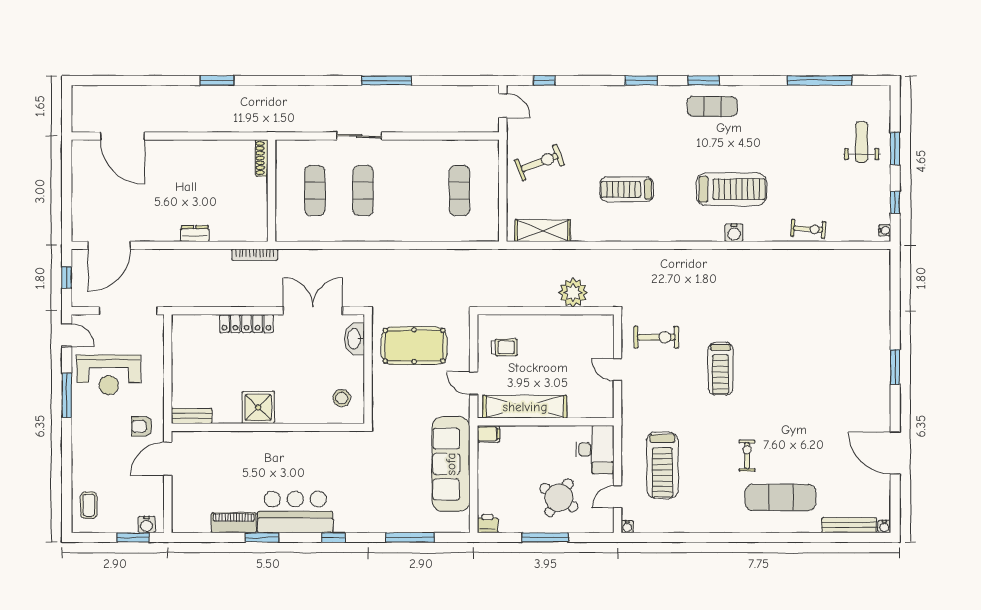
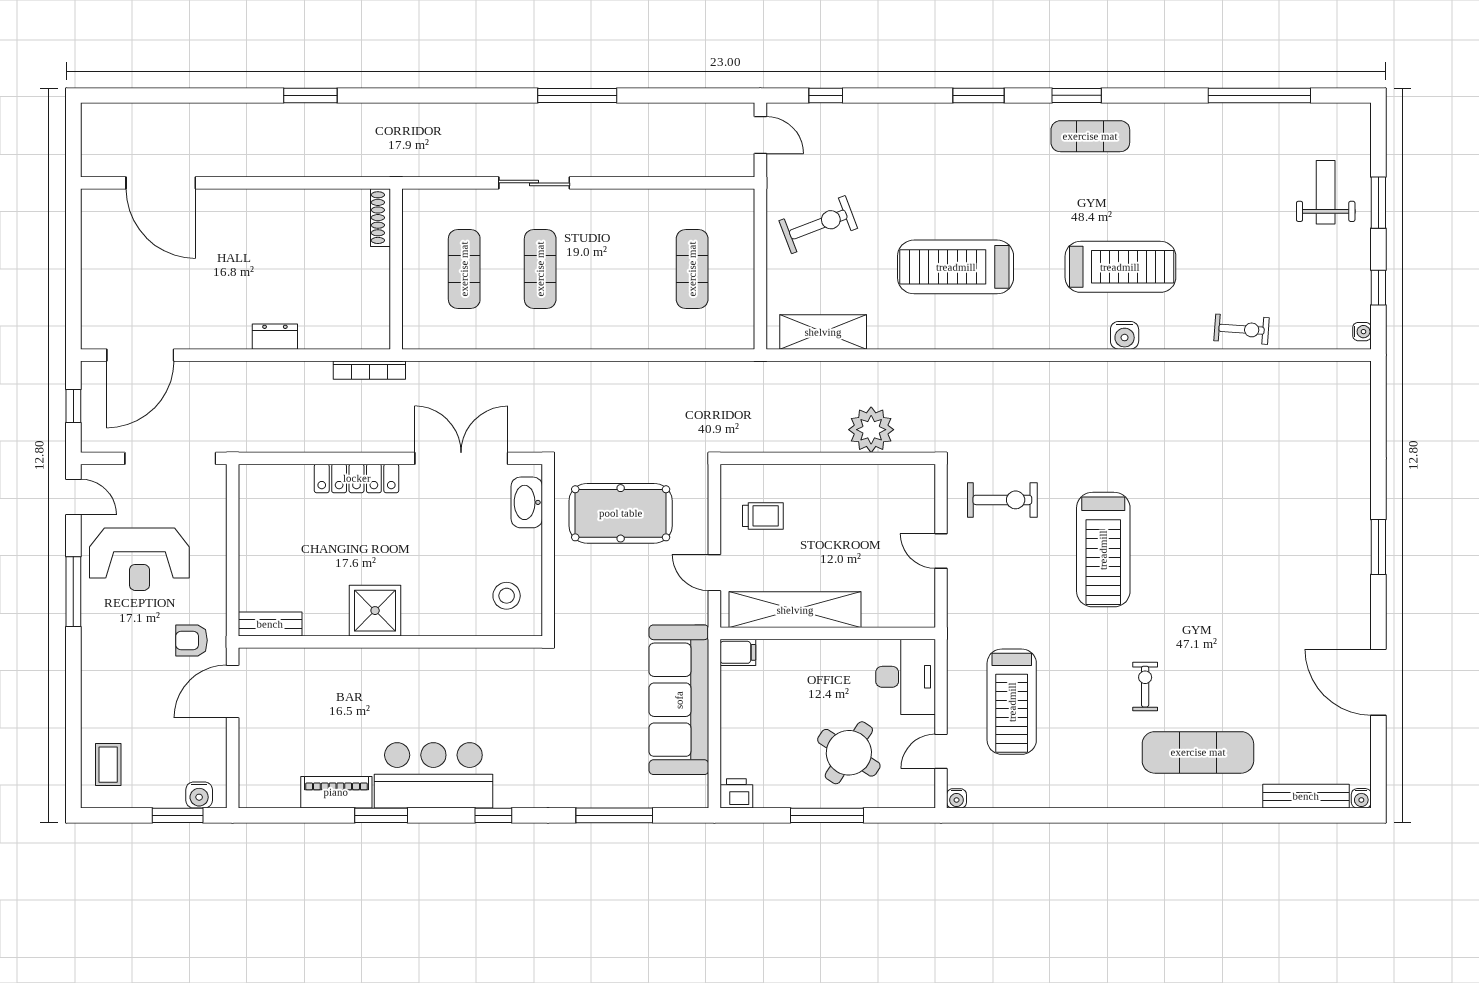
treadmill: (627, 189) -> (956, 267), width x1.37, depth x1.38
treadmill: (720, 369) -> (1103, 550), width x1.37, depth x1.38

